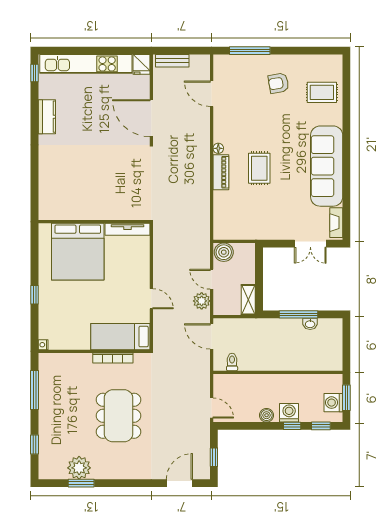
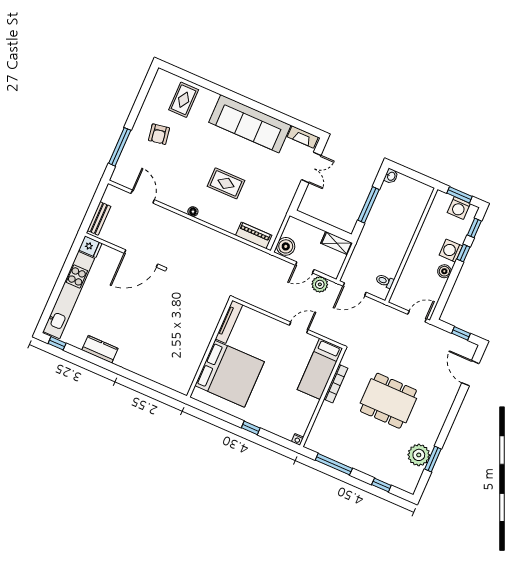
door: (212, 94) -> (143, 197), swing flipped
piano: (221, 172) -> (254, 235), moved
washbasin: (310, 324) -> (391, 176), moved

